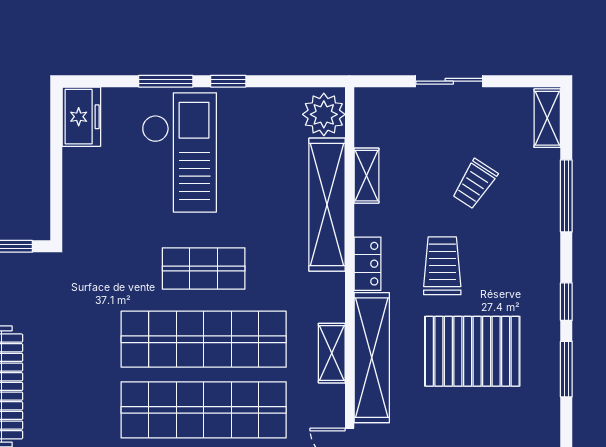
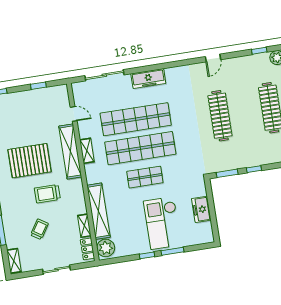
freezer: (81, 117) -> (201, 209), moved
locker: (367, 264) -> (87, 249), moved
trolley: (442, 266) -> (47, 194), turned 90

